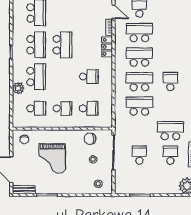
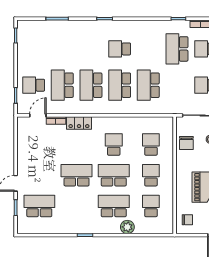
school desk: (36, 45) -> (114, 175), moved

